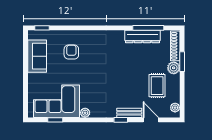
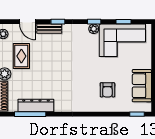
window: (85, 120) -> (94, 22), added

